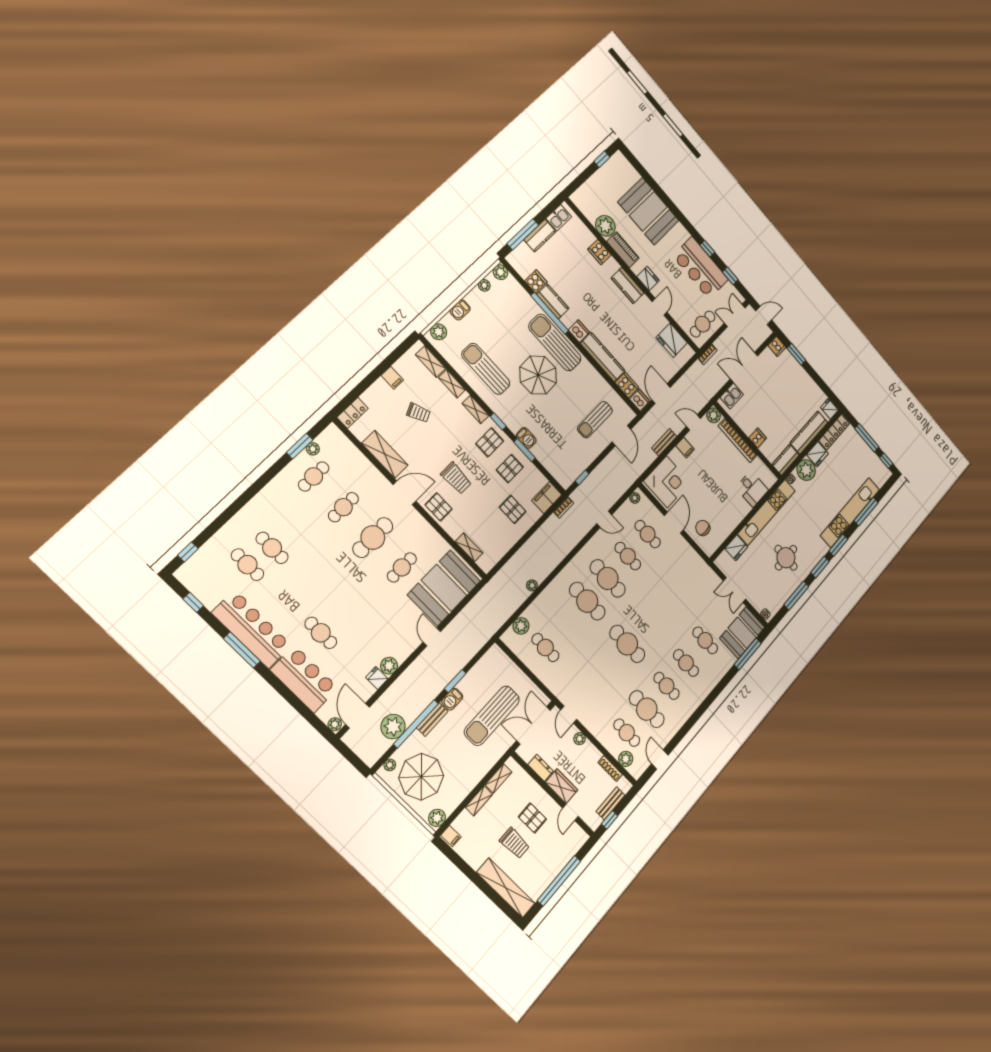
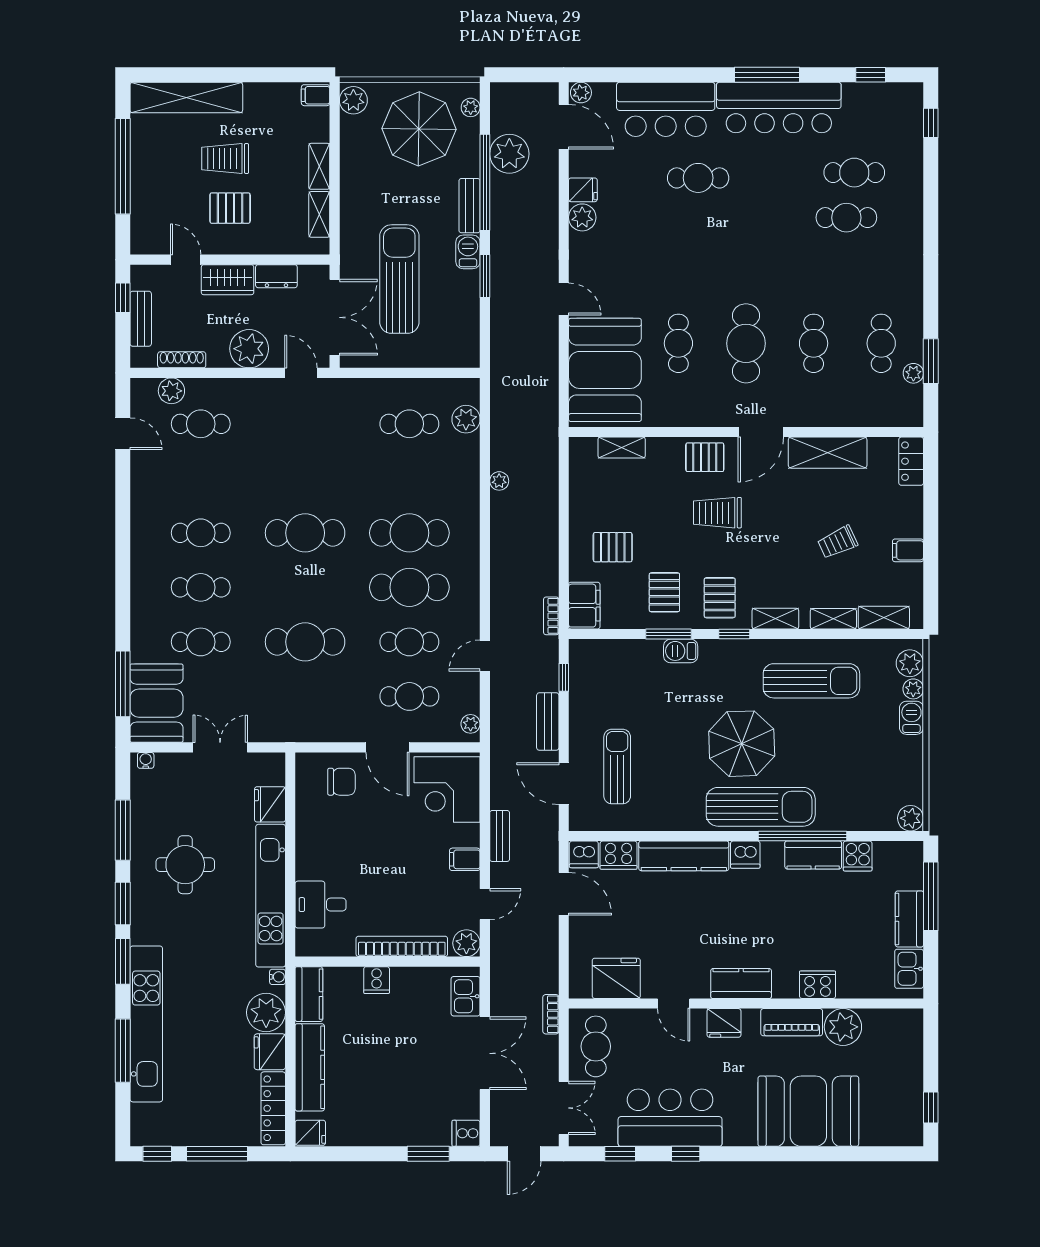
plant: (484, 285) -> (913, 689), moved
bench: (605, 467) -> (548, 722), added
cafe table: (647, 709) -> (305, 642), moved
plant: (580, 739) -> (249, 349), width x1.87, depth x1.87

